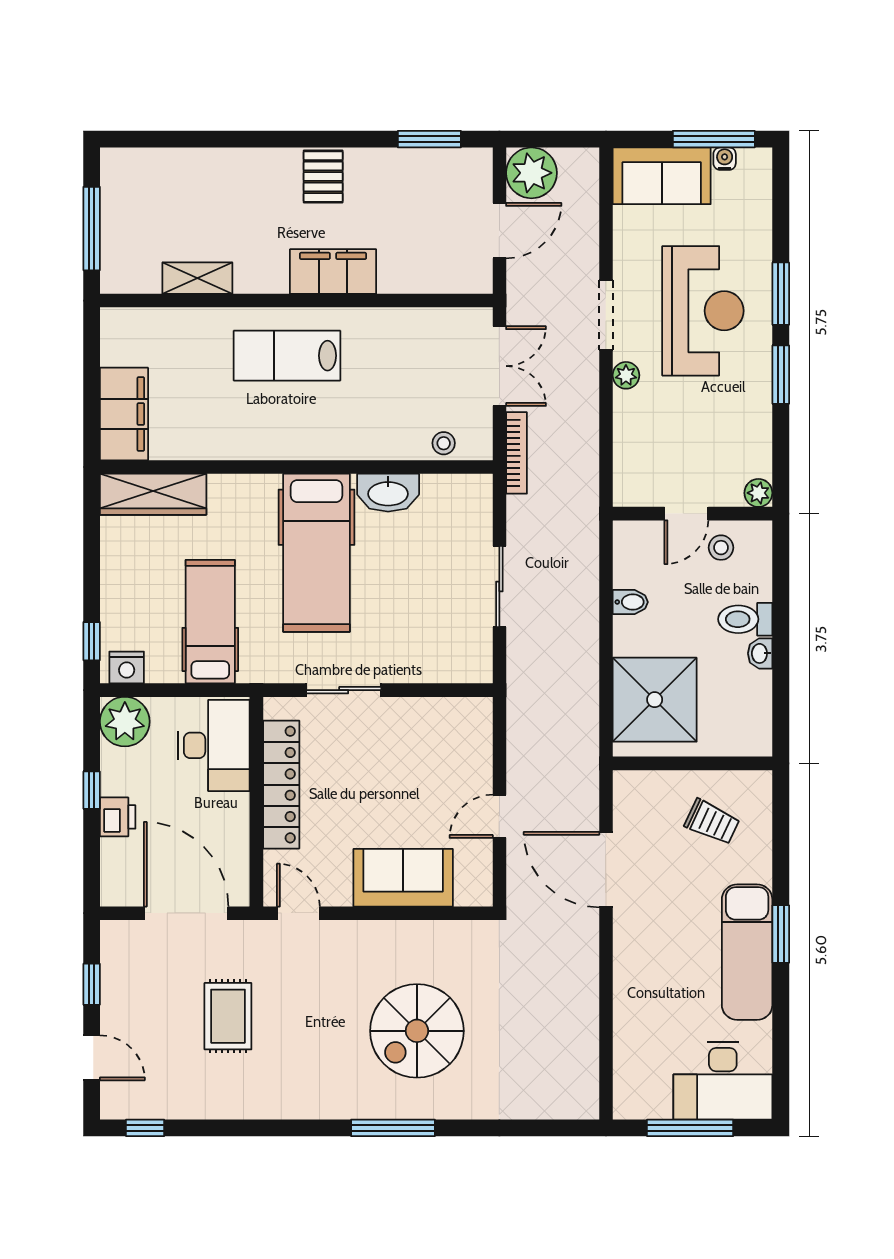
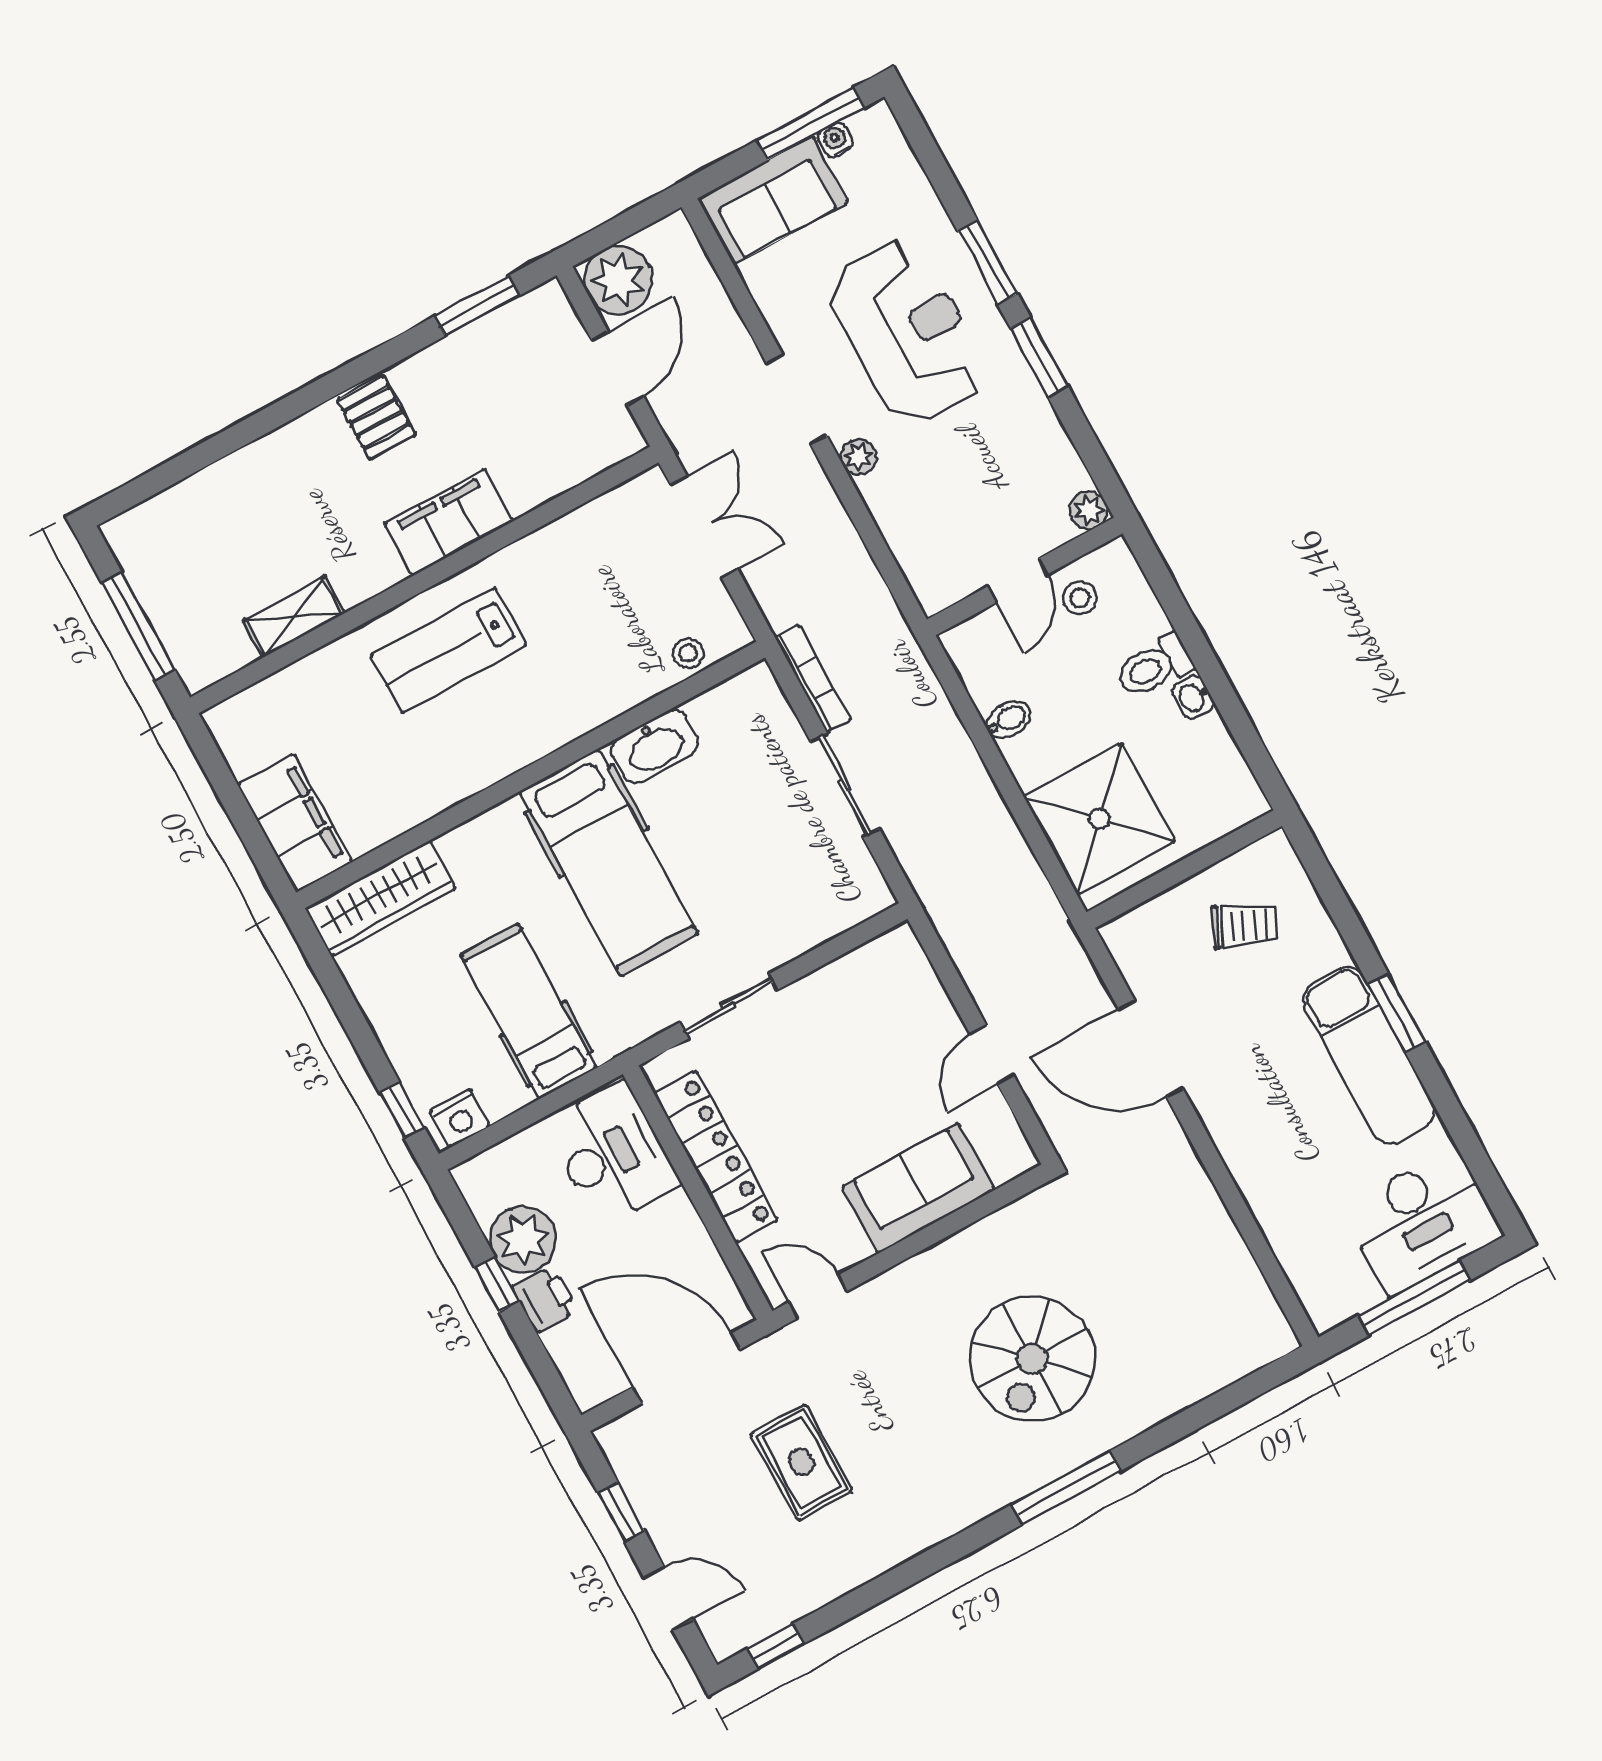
bookcase: (517, 453) -> (813, 679), moved
plant: (125, 722) -> (523, 1240), moved

